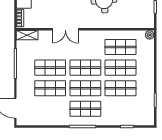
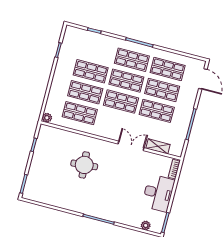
shelving: (27, 35) -> (158, 146), moved
shop shelf: (50, 109) -> (168, 69), added

